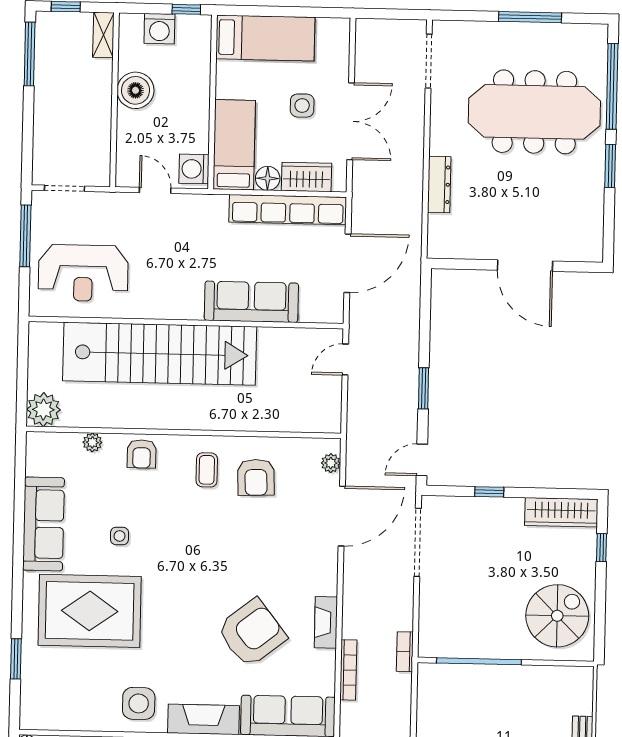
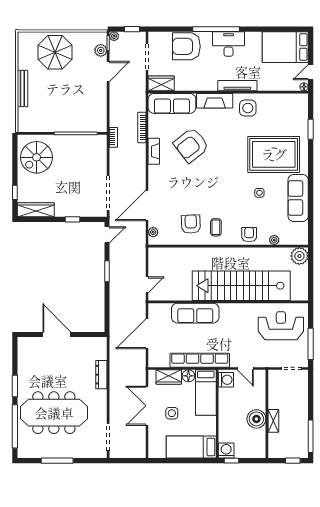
washing machine: (159, 29) -> (226, 451), moved
shelving: (103, 35) -> (273, 421), moved
row of seats: (288, 210) -> (200, 360), moved

